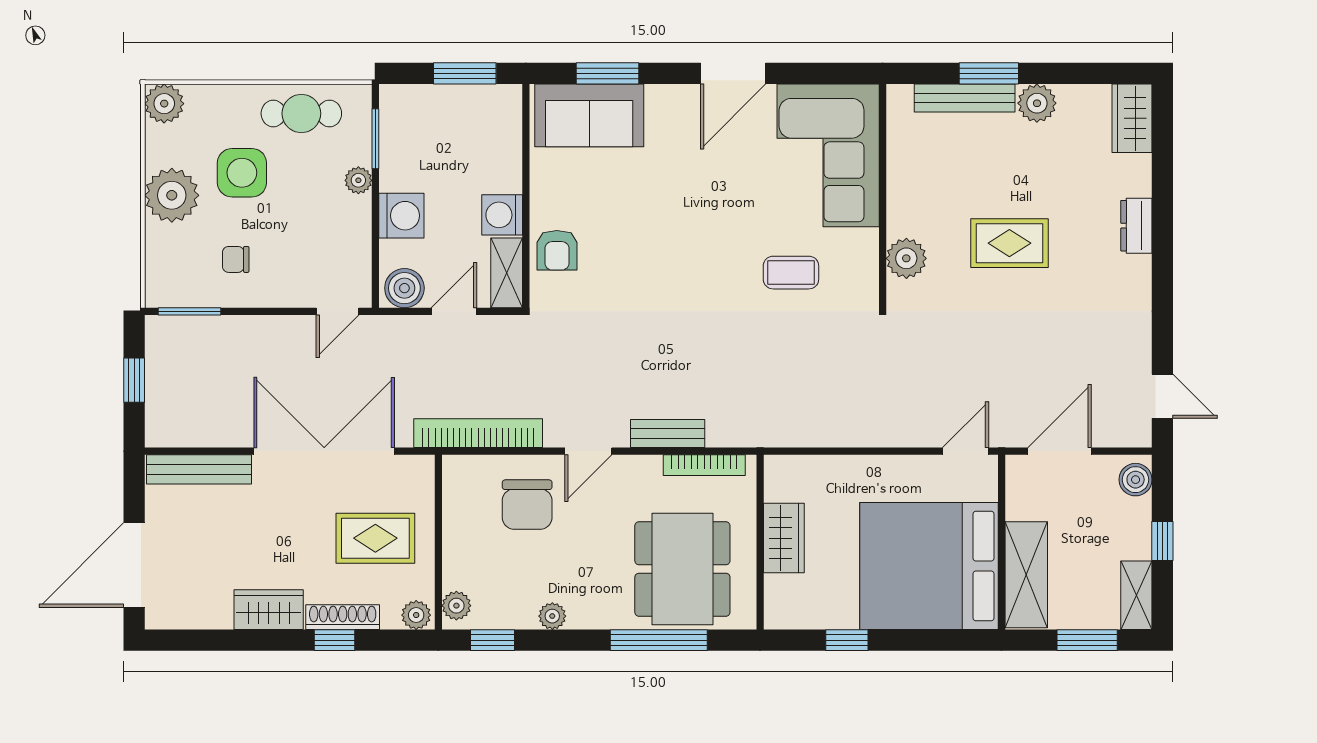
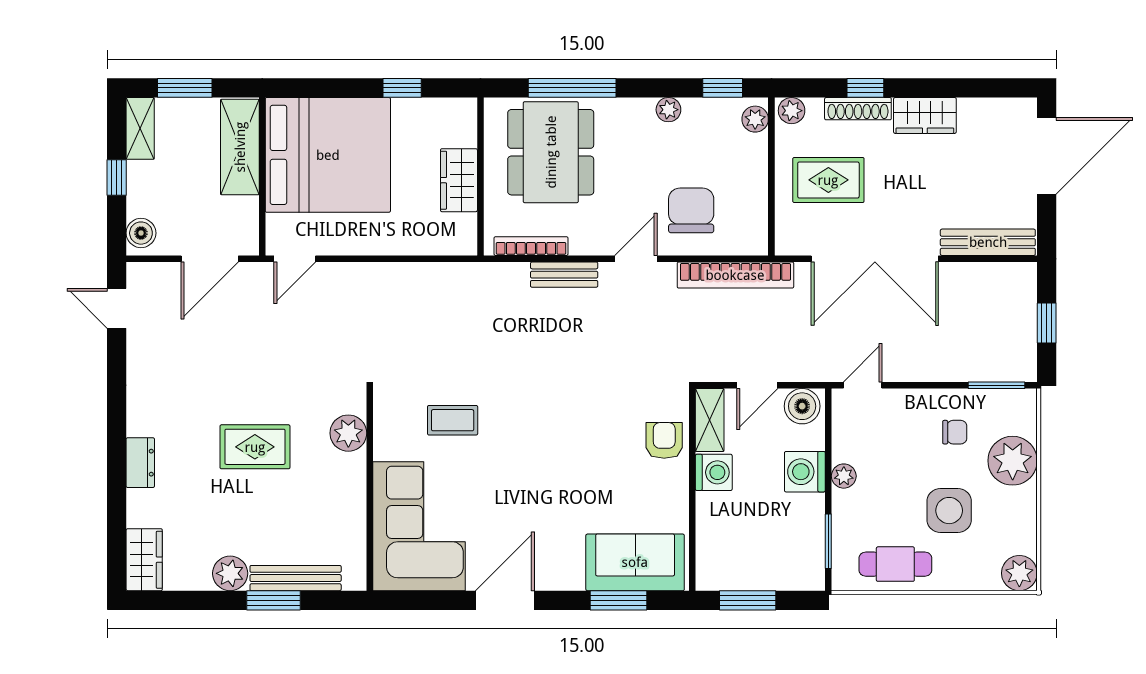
plant: (358, 180) -> (844, 476), moved
plant: (172, 195) -> (1013, 461), moved

